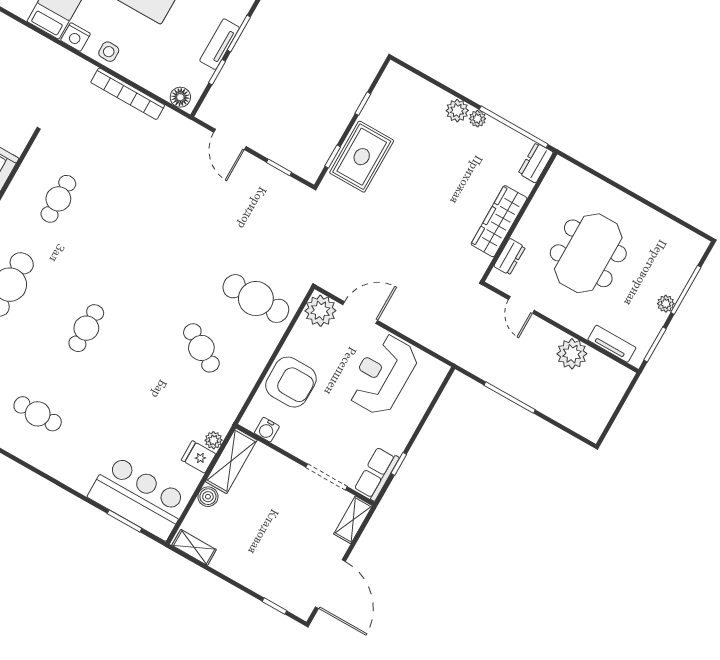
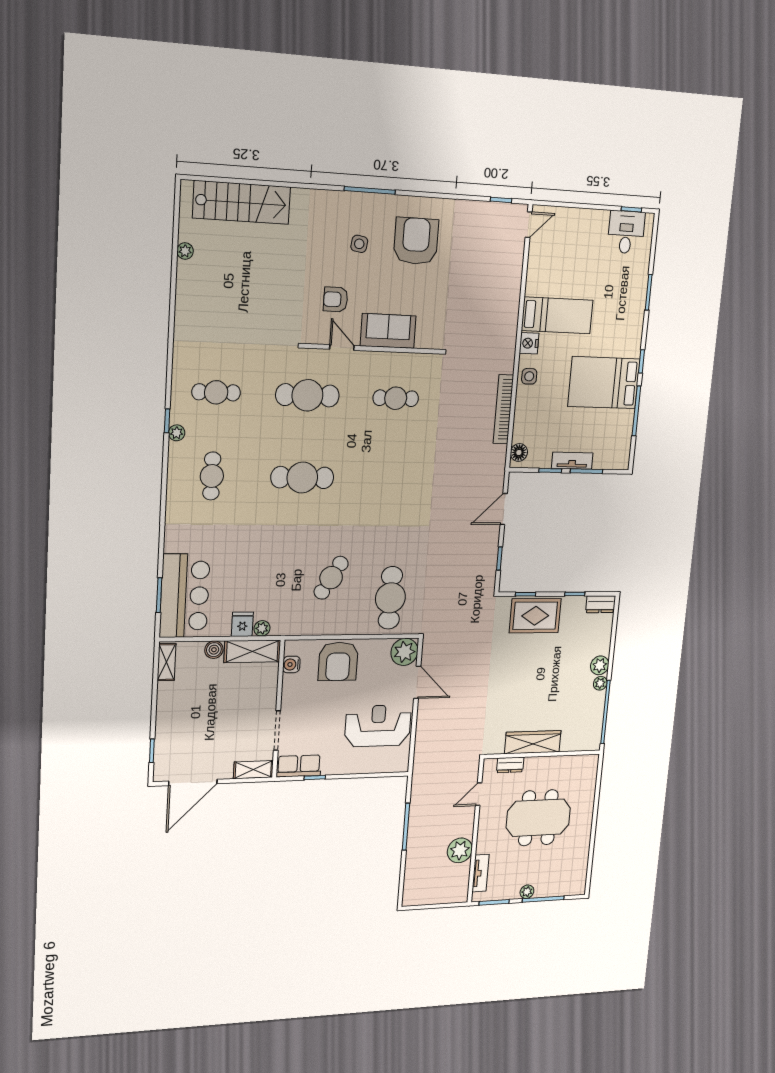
dresser: (536, 163) -> (601, 604), moved, turned 180
cafe table: (86, 328) -> (302, 478), width x1.37, depth x1.35

